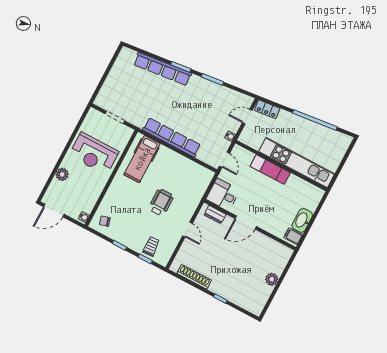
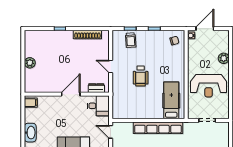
reception desk: (94, 154) -> (209, 86), turned 180
door: (54, 210) -> (205, 29), moved
washbasin: (302, 220) -> (30, 133), moved

